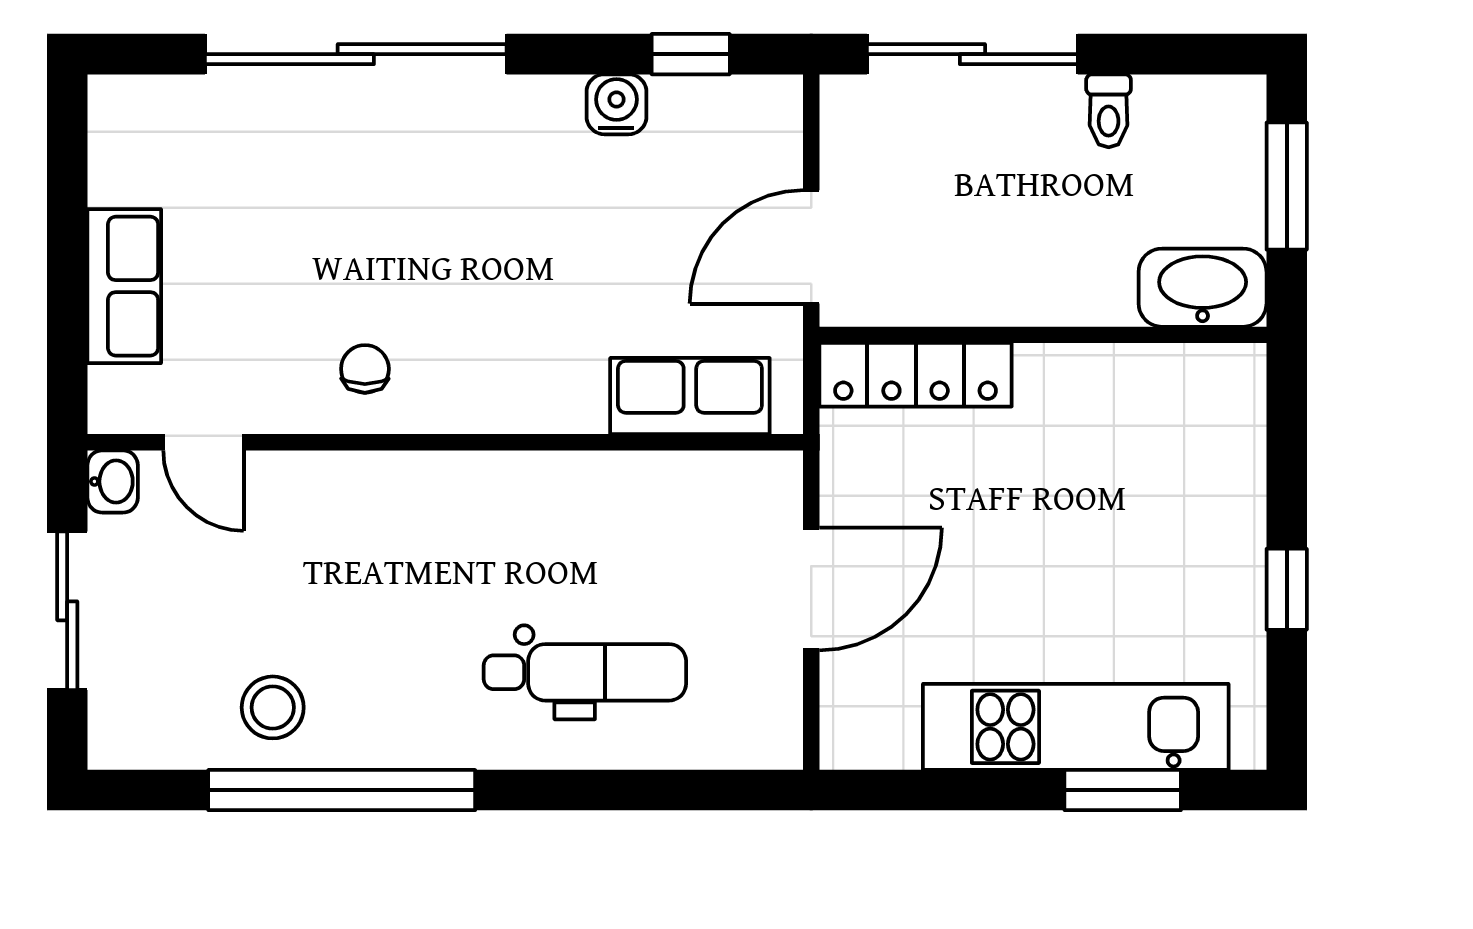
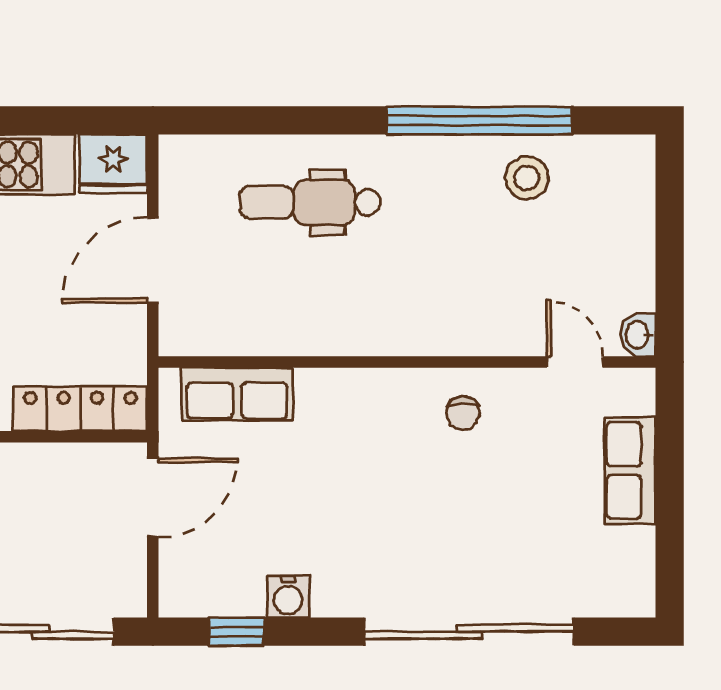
sliding door: (67, 611) -> (670, 245), removed
fridge: (868, 728) -> (113, 164), added

